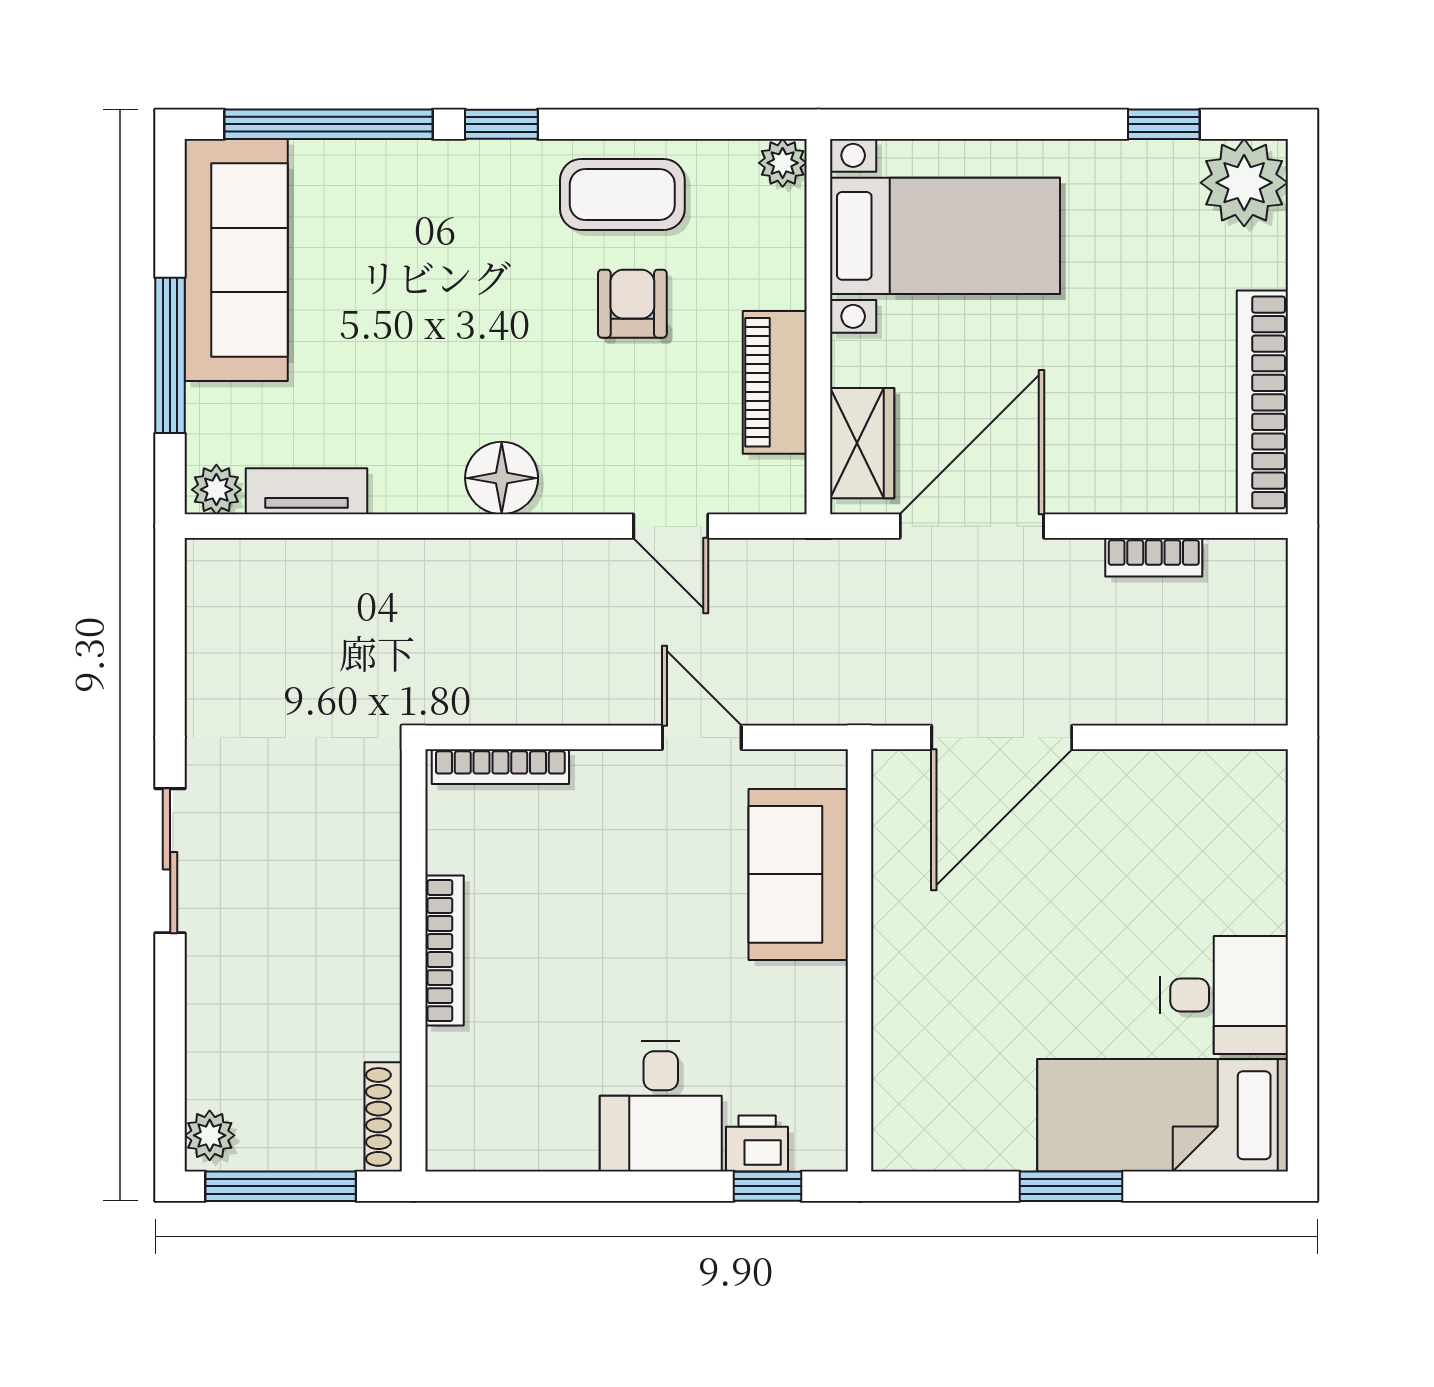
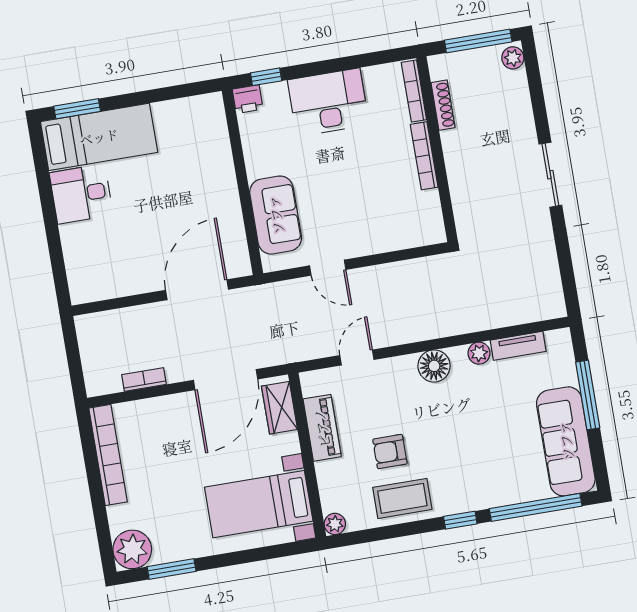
window: (1164, 124) -> (172, 569), width x1.50
armchair: (632, 304) -> (390, 452), turned 90
plant: (216, 490) -> (479, 353), moved
door: (671, 526) -> (357, 357), hinge flipped
bookcase: (500, 767) -> (414, 91), moved, turned -90
desk: (661, 1106) -> (328, 102), width x1.37
shoe rack: (383, 1117) -> (443, 105), moved
printer: (757, 1144) -> (248, 99), moved
window: (1071, 1186) -> (77, 109), moved

